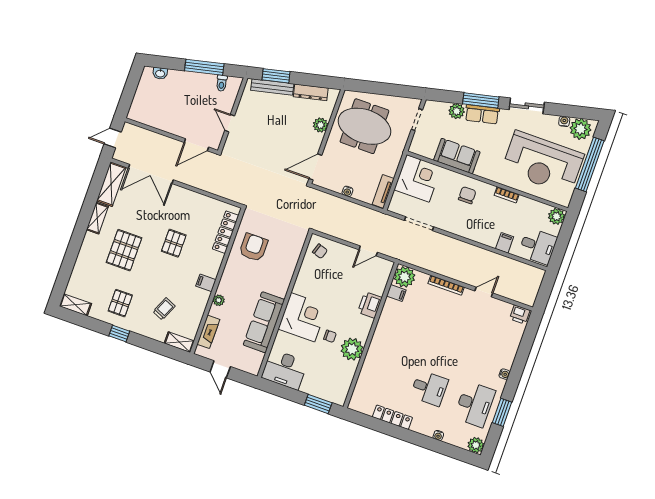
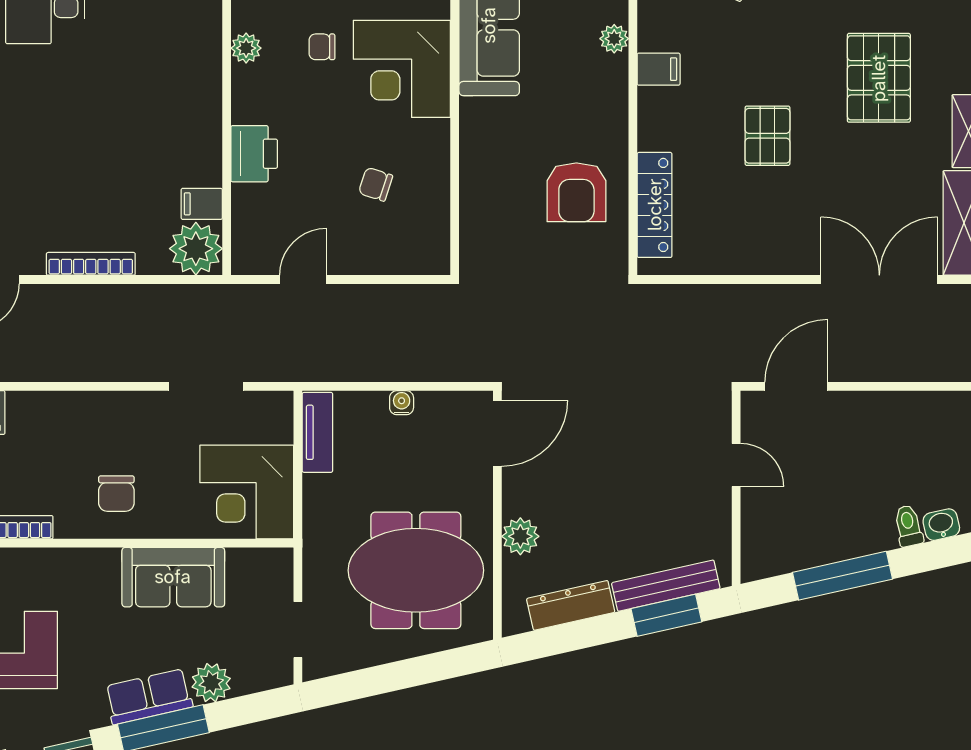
toilet: (222, 83) -> (908, 526), moved
chair: (320, 251) -> (376, 184), moved
plant: (352, 349) -> (246, 48), width x0.53, depth x0.53

